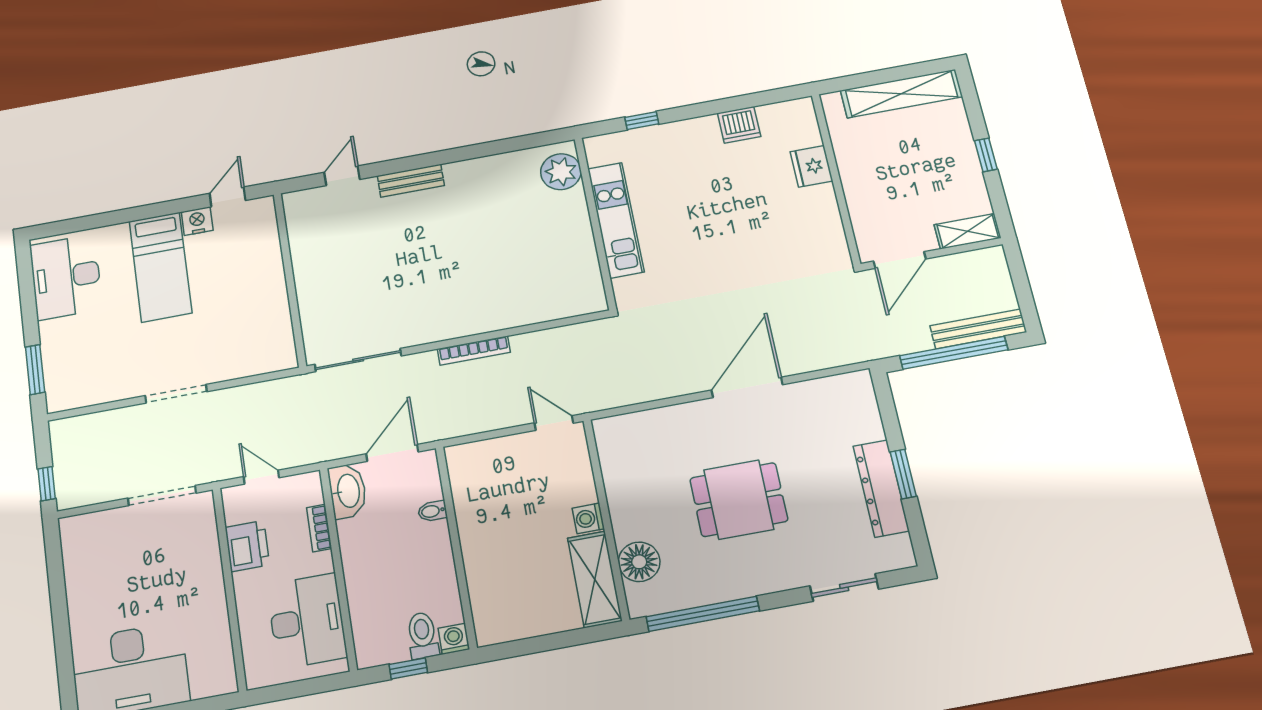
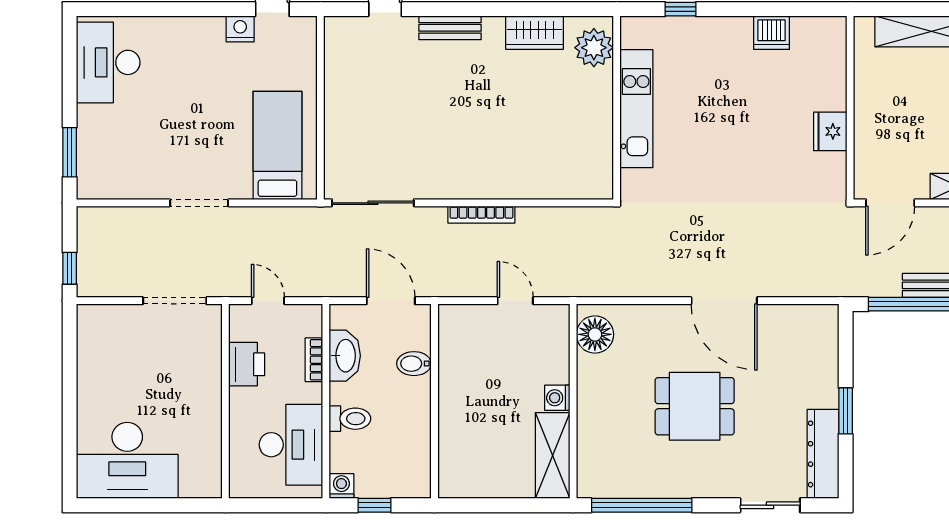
fridge: (811, 166) -> (830, 131), moved
wardrobe: (498, 169) -> (535, 33), added
bed: (161, 267) -> (277, 145), moved, turned 180
door: (747, 387) -> (724, 301), swing flipped
door: (554, 423) -> (515, 301), moved
door: (392, 453) -> (391, 301), hinge flipped
dresser: (881, 488) -> (823, 454), moved
washbasin: (348, 491) -> (345, 356), moved
bidet: (432, 511) -> (414, 364), width x1.38, depth x1.36
floor lamp: (639, 562) -> (595, 334), moved
toilet: (423, 635) -> (350, 419), moved, turned 90
washing machine: (454, 639) -> (341, 486), moved

